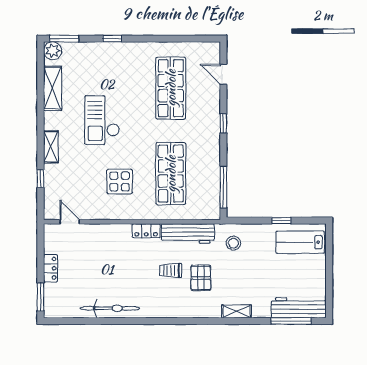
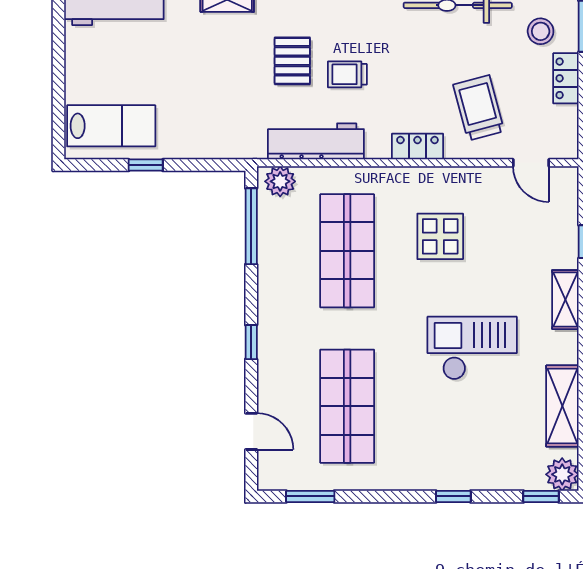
window: (64, 39) -> (541, 496), width x0.67
window: (191, 39) -> (310, 496), added
checkout: (102, 120) -> (472, 348), turned -90
plant: (207, 212) -> (280, 181), added
locker: (146, 231) -> (417, 146), moved
stool: (233, 243) -> (541, 31), moved
trolley: (98, 252) -> (479, 108), added
trolley: (171, 270) -> (347, 74), turned 180

